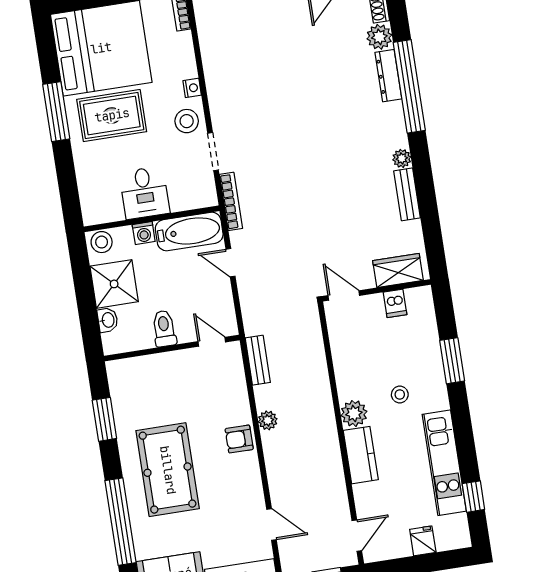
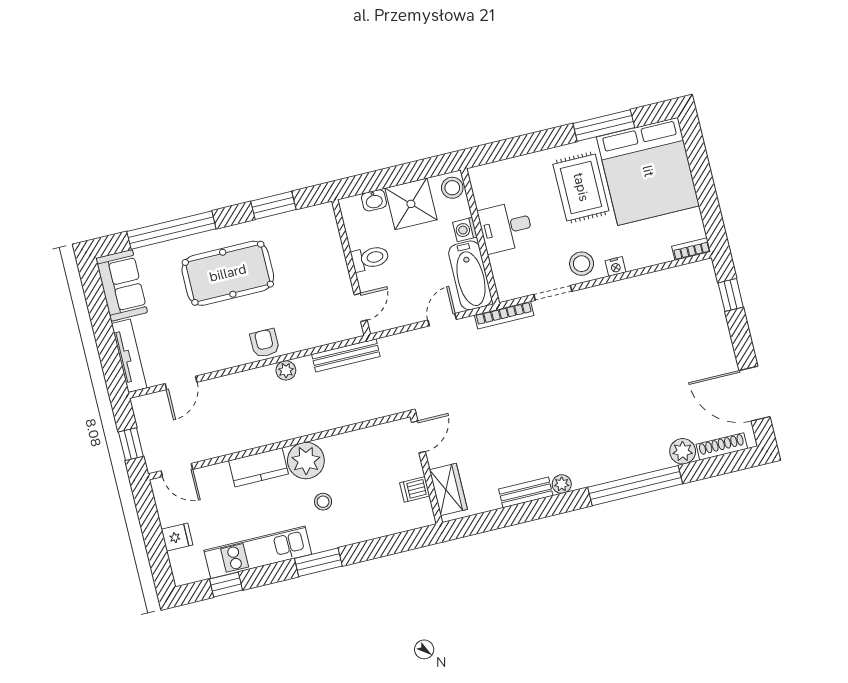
dresser: (388, 76) -> (644, 464), removed
window: (56, 112) -> (604, 125), moved
bench: (258, 360) -> (346, 355), width x1.36
window: (452, 361) -> (318, 562), moved
plant: (354, 413) -> (306, 461), width x1.36, depth x1.36

